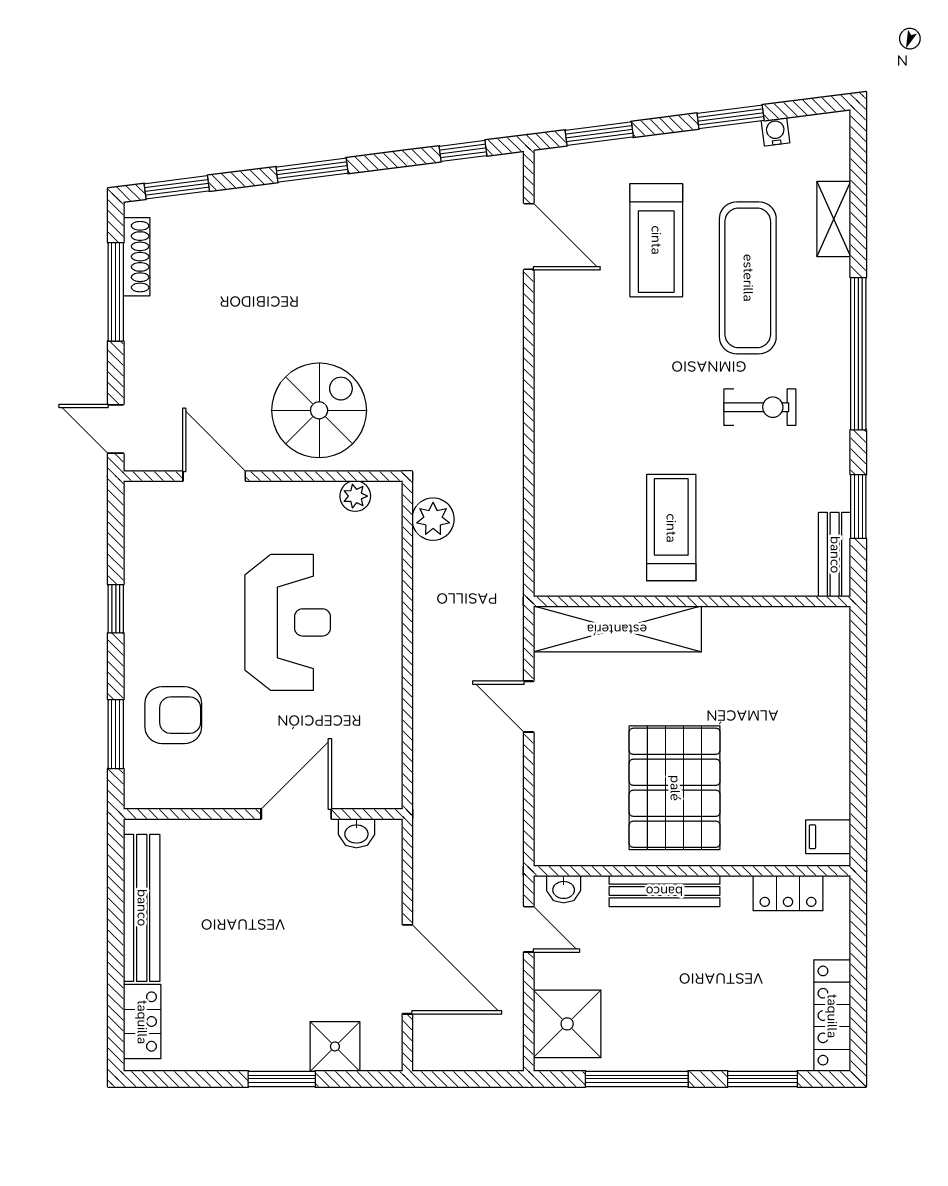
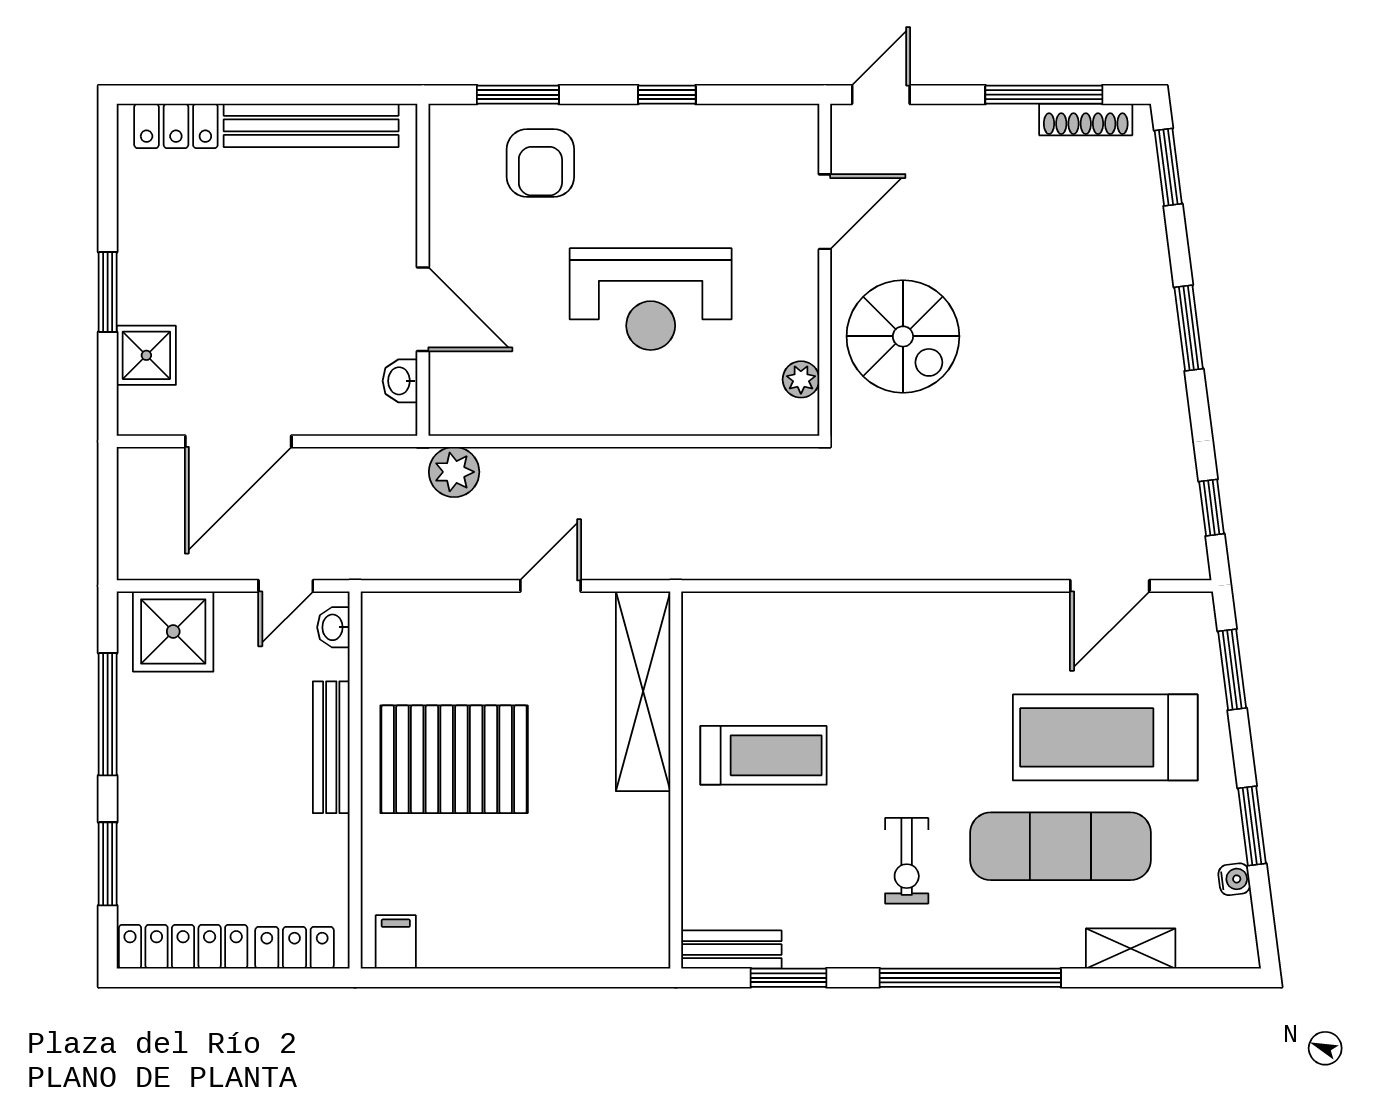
treadmill: (656, 240) -> (1105, 737), width x1.37, depth x1.38
plant: (433, 519) -> (454, 472), moved
locker: (788, 893) -> (295, 948), moved, turned 90

